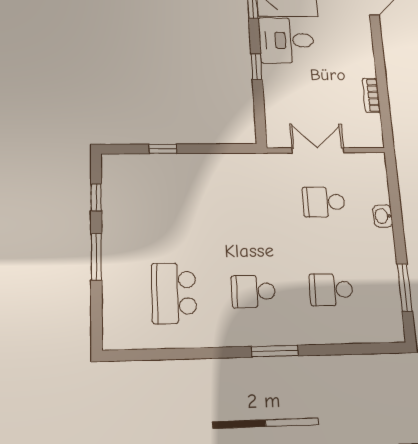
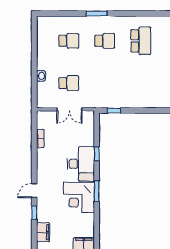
desk: (286, 40) -> (81, 164), width x1.37
window: (163, 149) -> (114, 111), moved
window: (405, 287) -> (34, 41), removed

